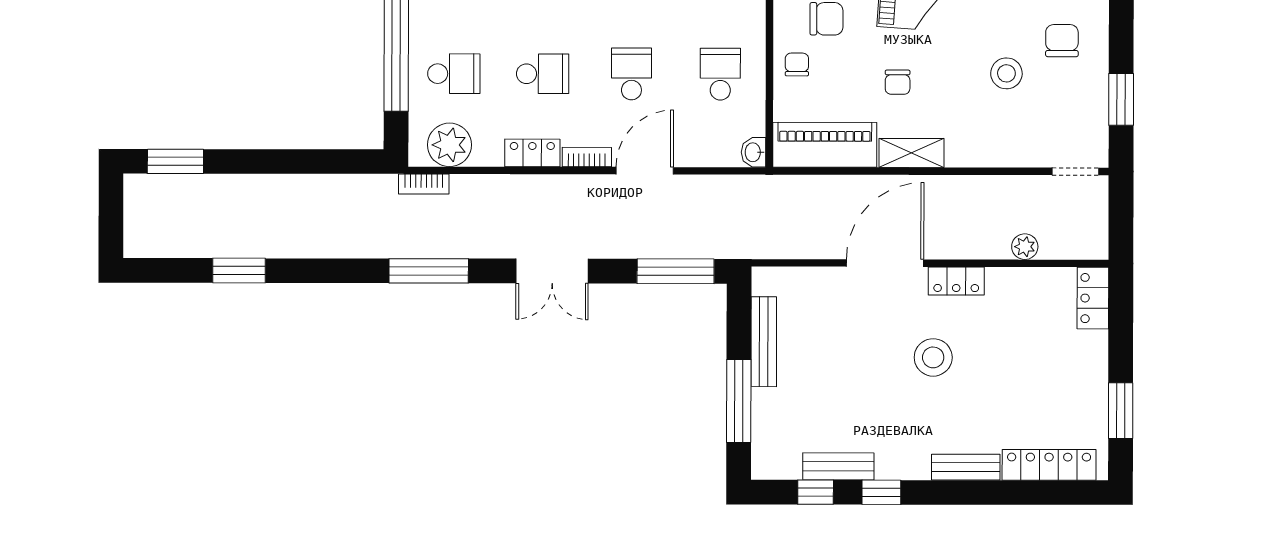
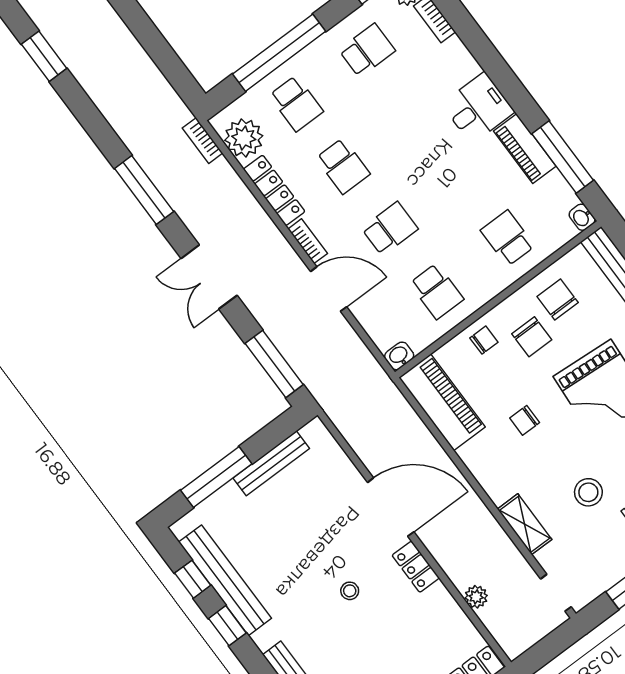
school desk: (720, 74) -> (437, 291), turned 90
locker: (532, 153) -> (274, 190), width x1.53
shelving: (912, 153) -> (525, 524), moved
stool: (933, 357) -> (350, 591), width x0.53, depth x0.53
bench: (838, 466) -> (225, 580), width x1.86, depth x1.21

